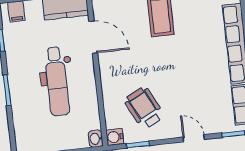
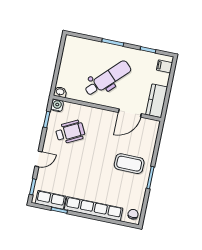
dental chair: (57, 81) -> (108, 78), turned 135

